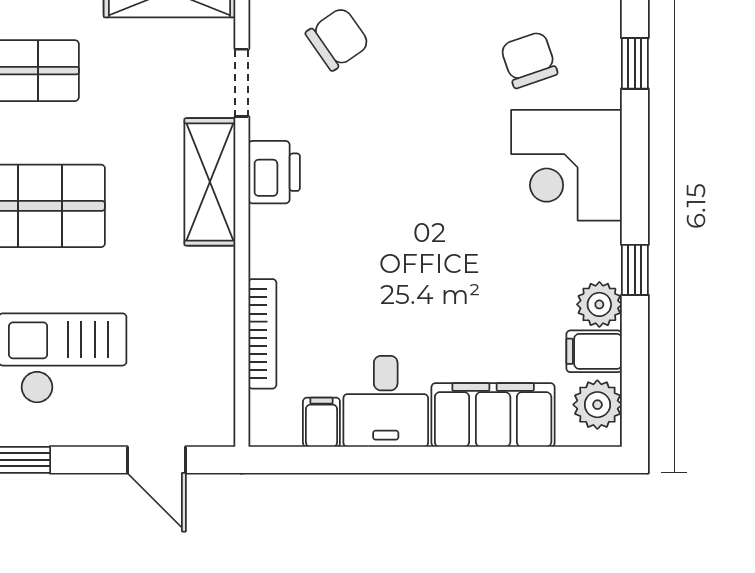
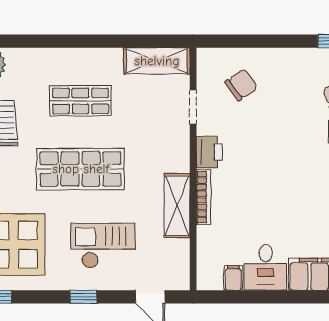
shelving: (210, 182) -> (177, 206), moved
bookcase: (262, 334) -> (203, 197), moved

